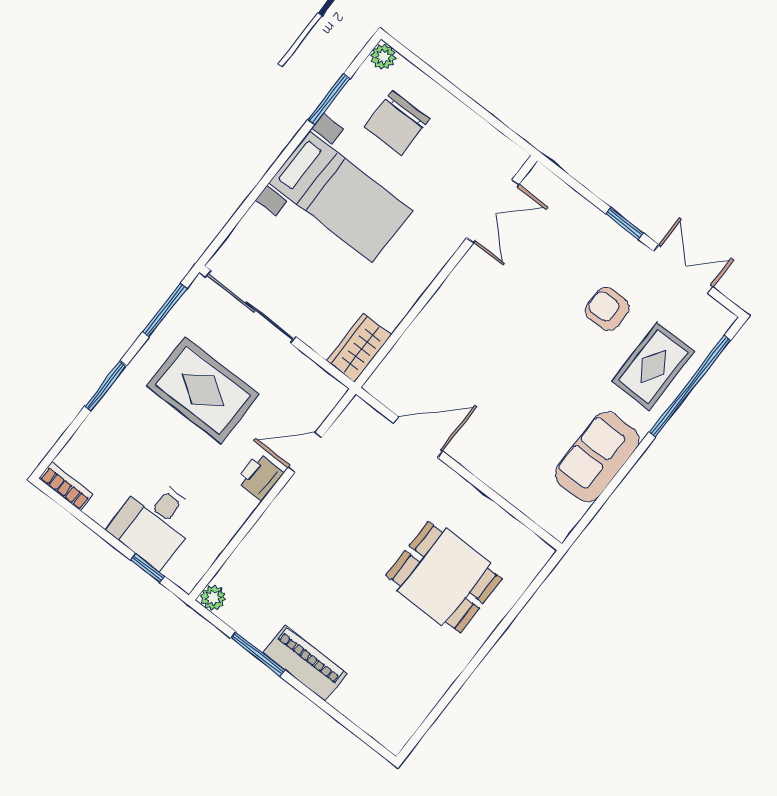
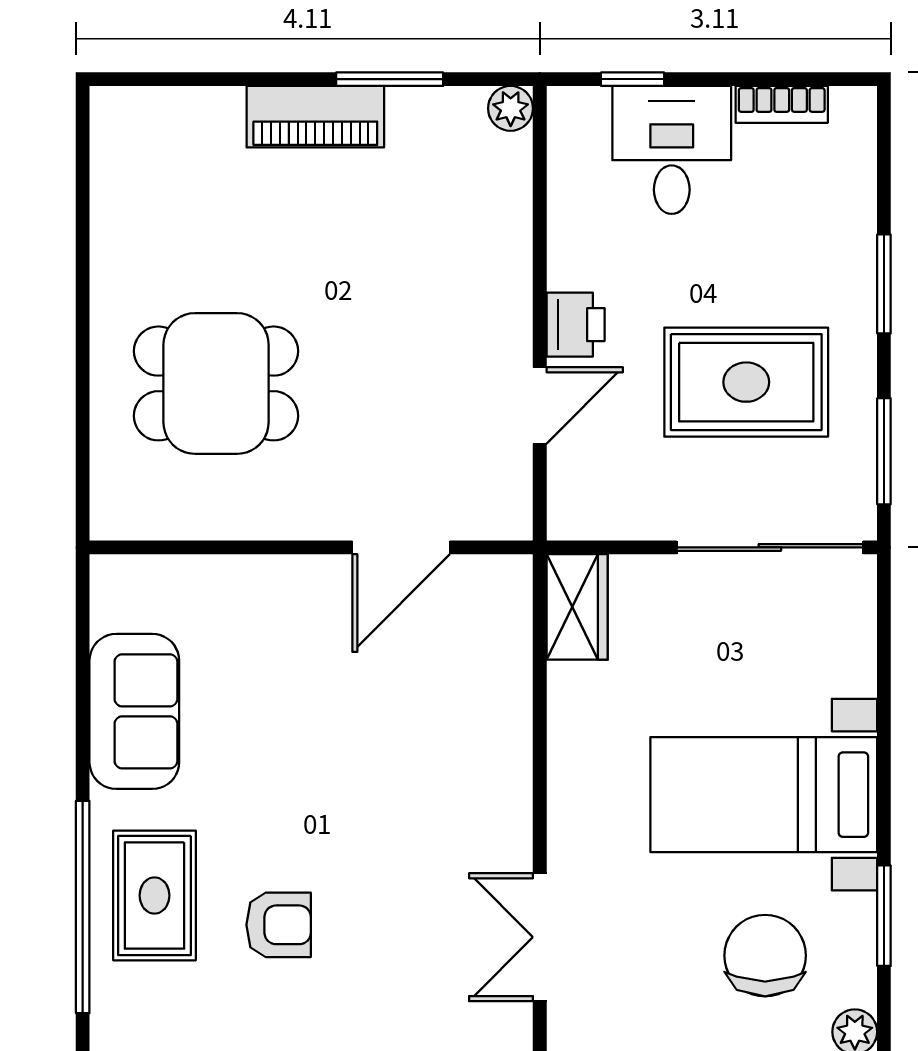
bookcase: (66, 486) -> (782, 104), moved

